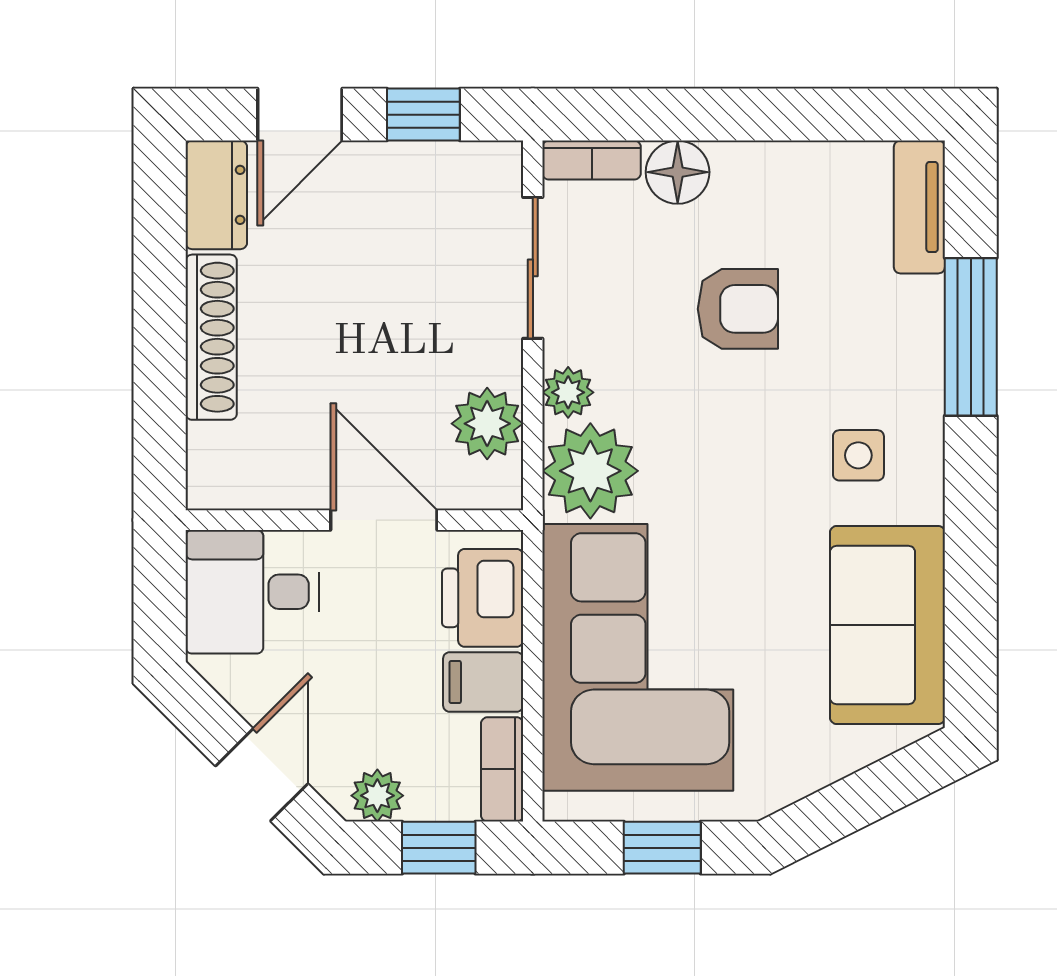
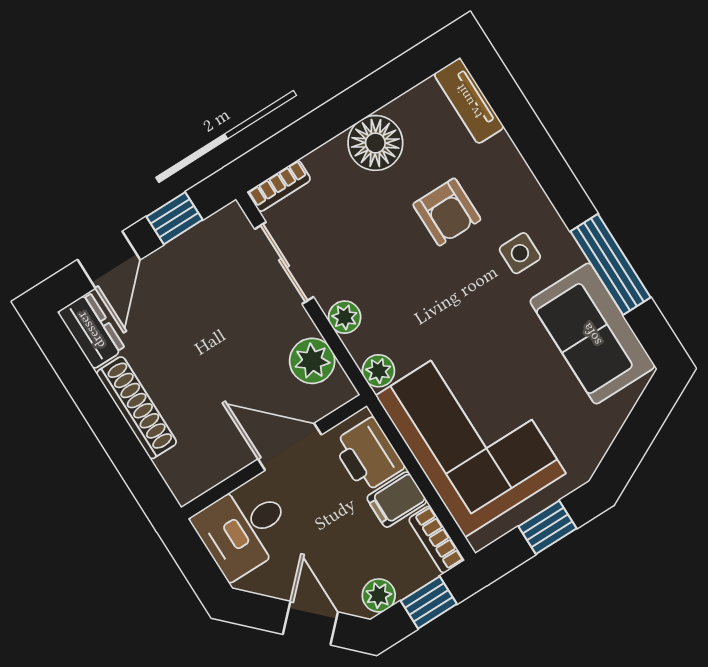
floor lamp: (678, 172) -> (375, 143), moved, width x1.38, depth x1.38
armchair: (738, 309) -> (447, 212), moved, turned 90
window: (971, 337) -> (611, 264), moved
plant: (590, 471) -> (378, 371), width x0.53, depth x0.53

